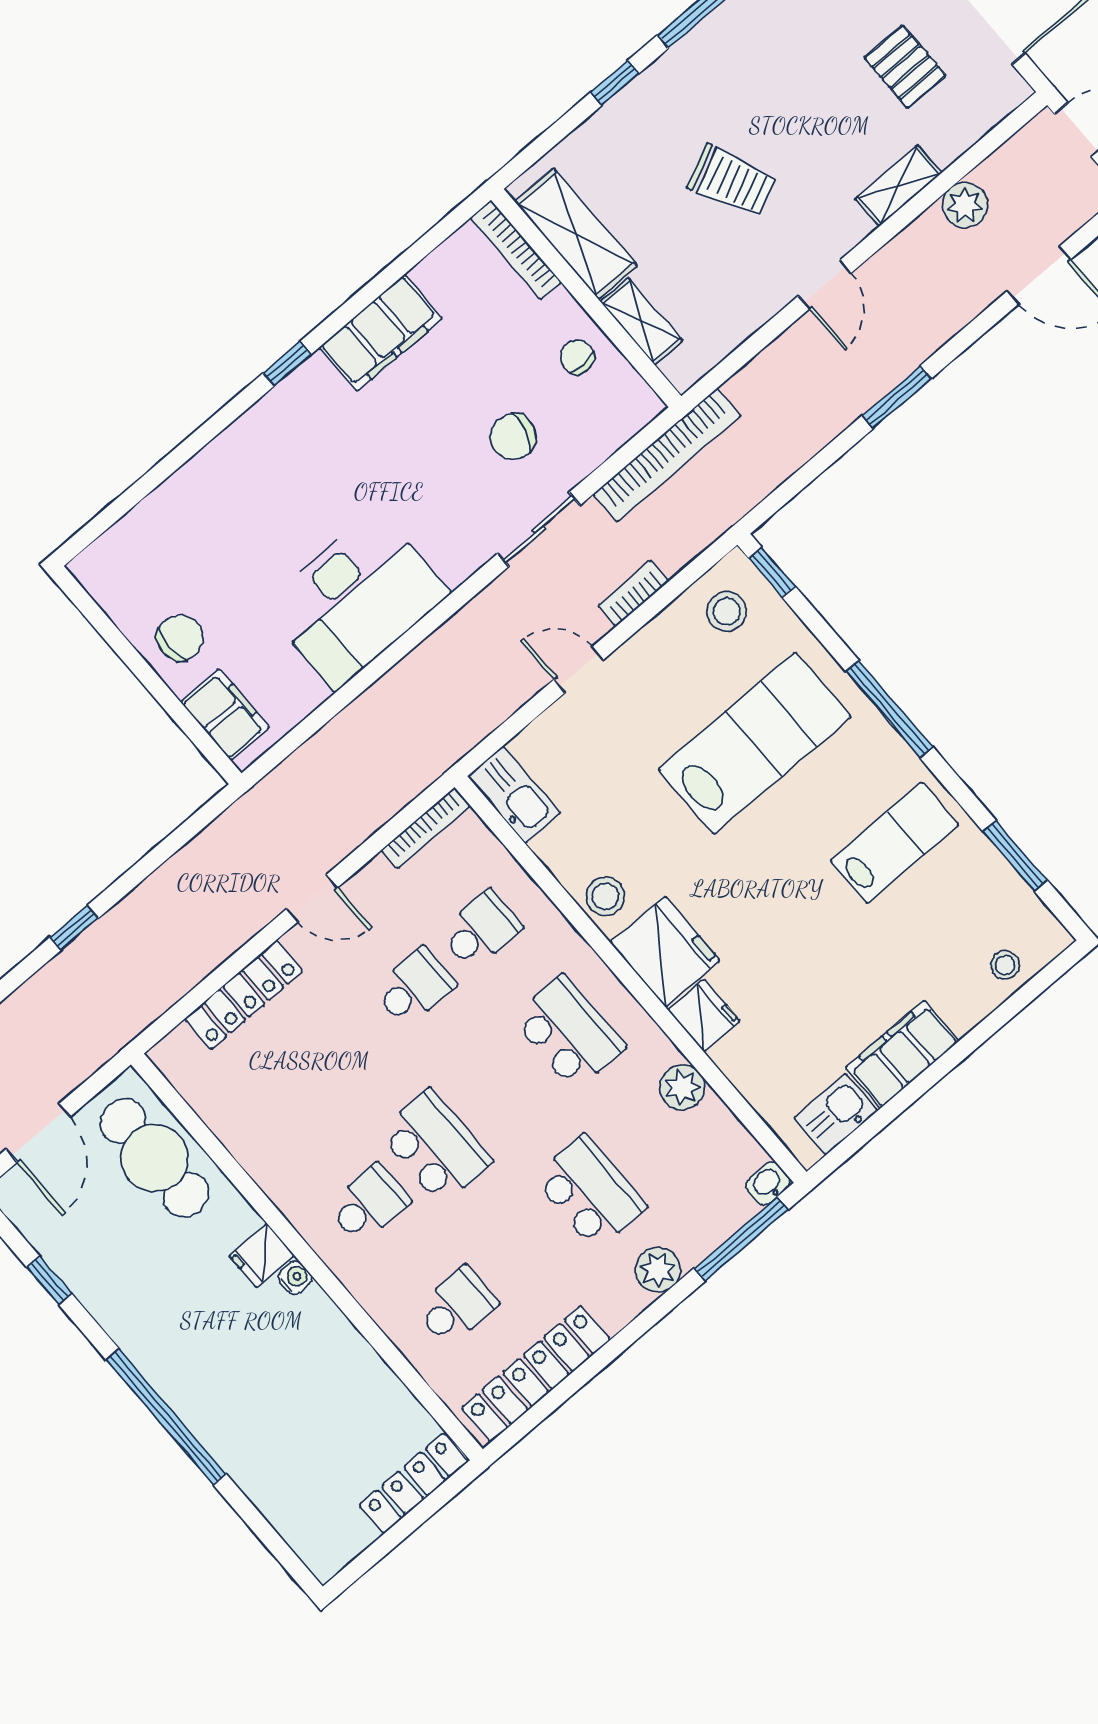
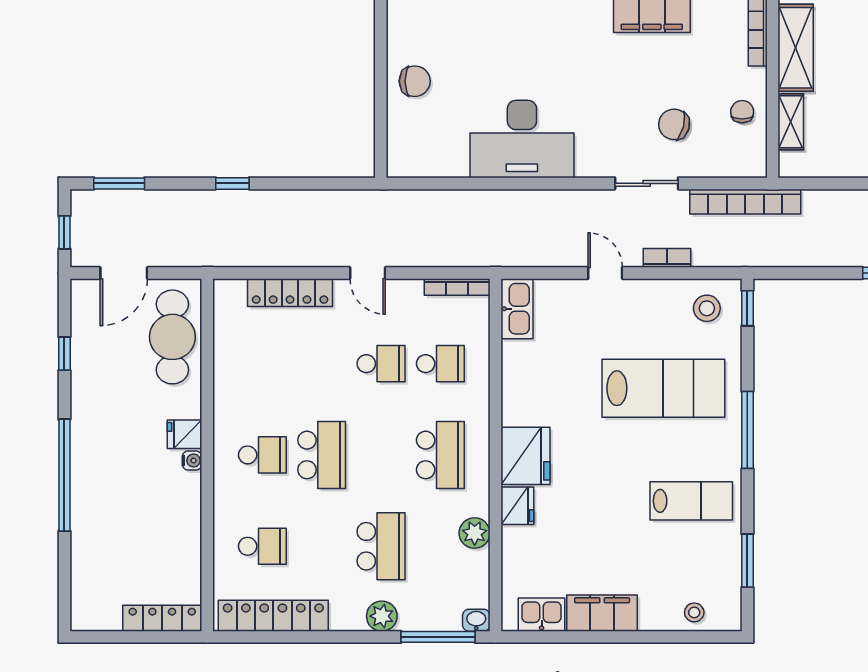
filing cabinet: (225, 715) -> (404, 140), removed
stool: (605, 896) -> (519, 401), removed

